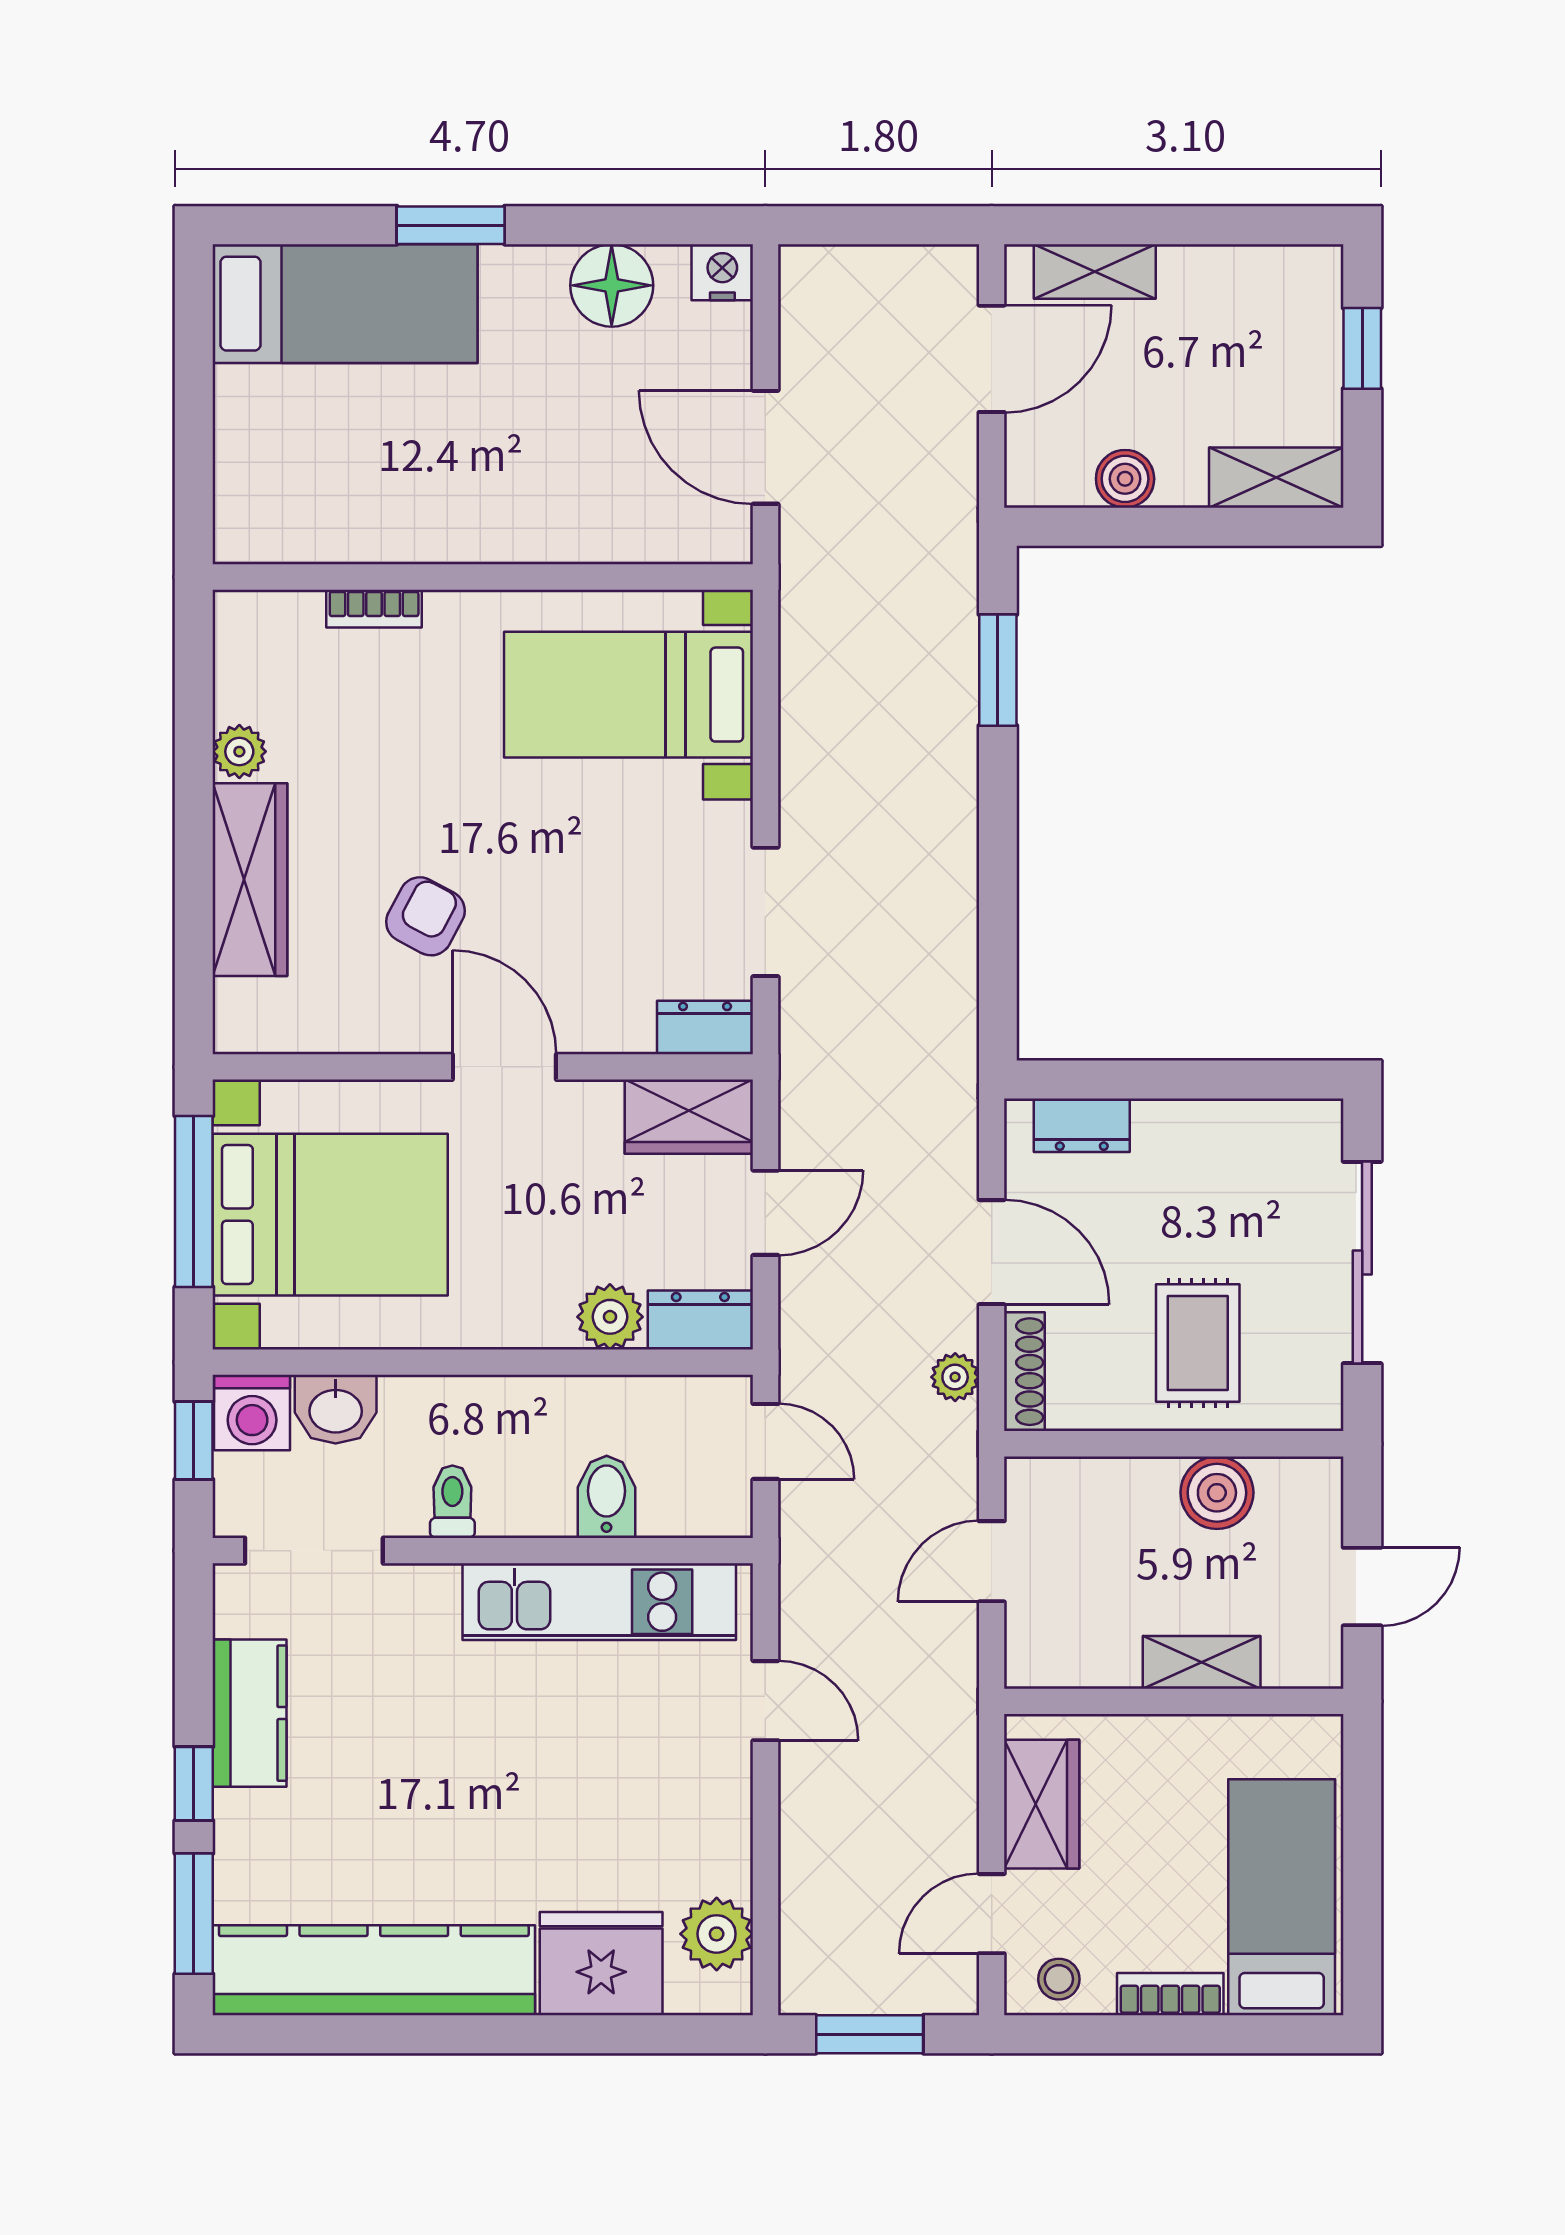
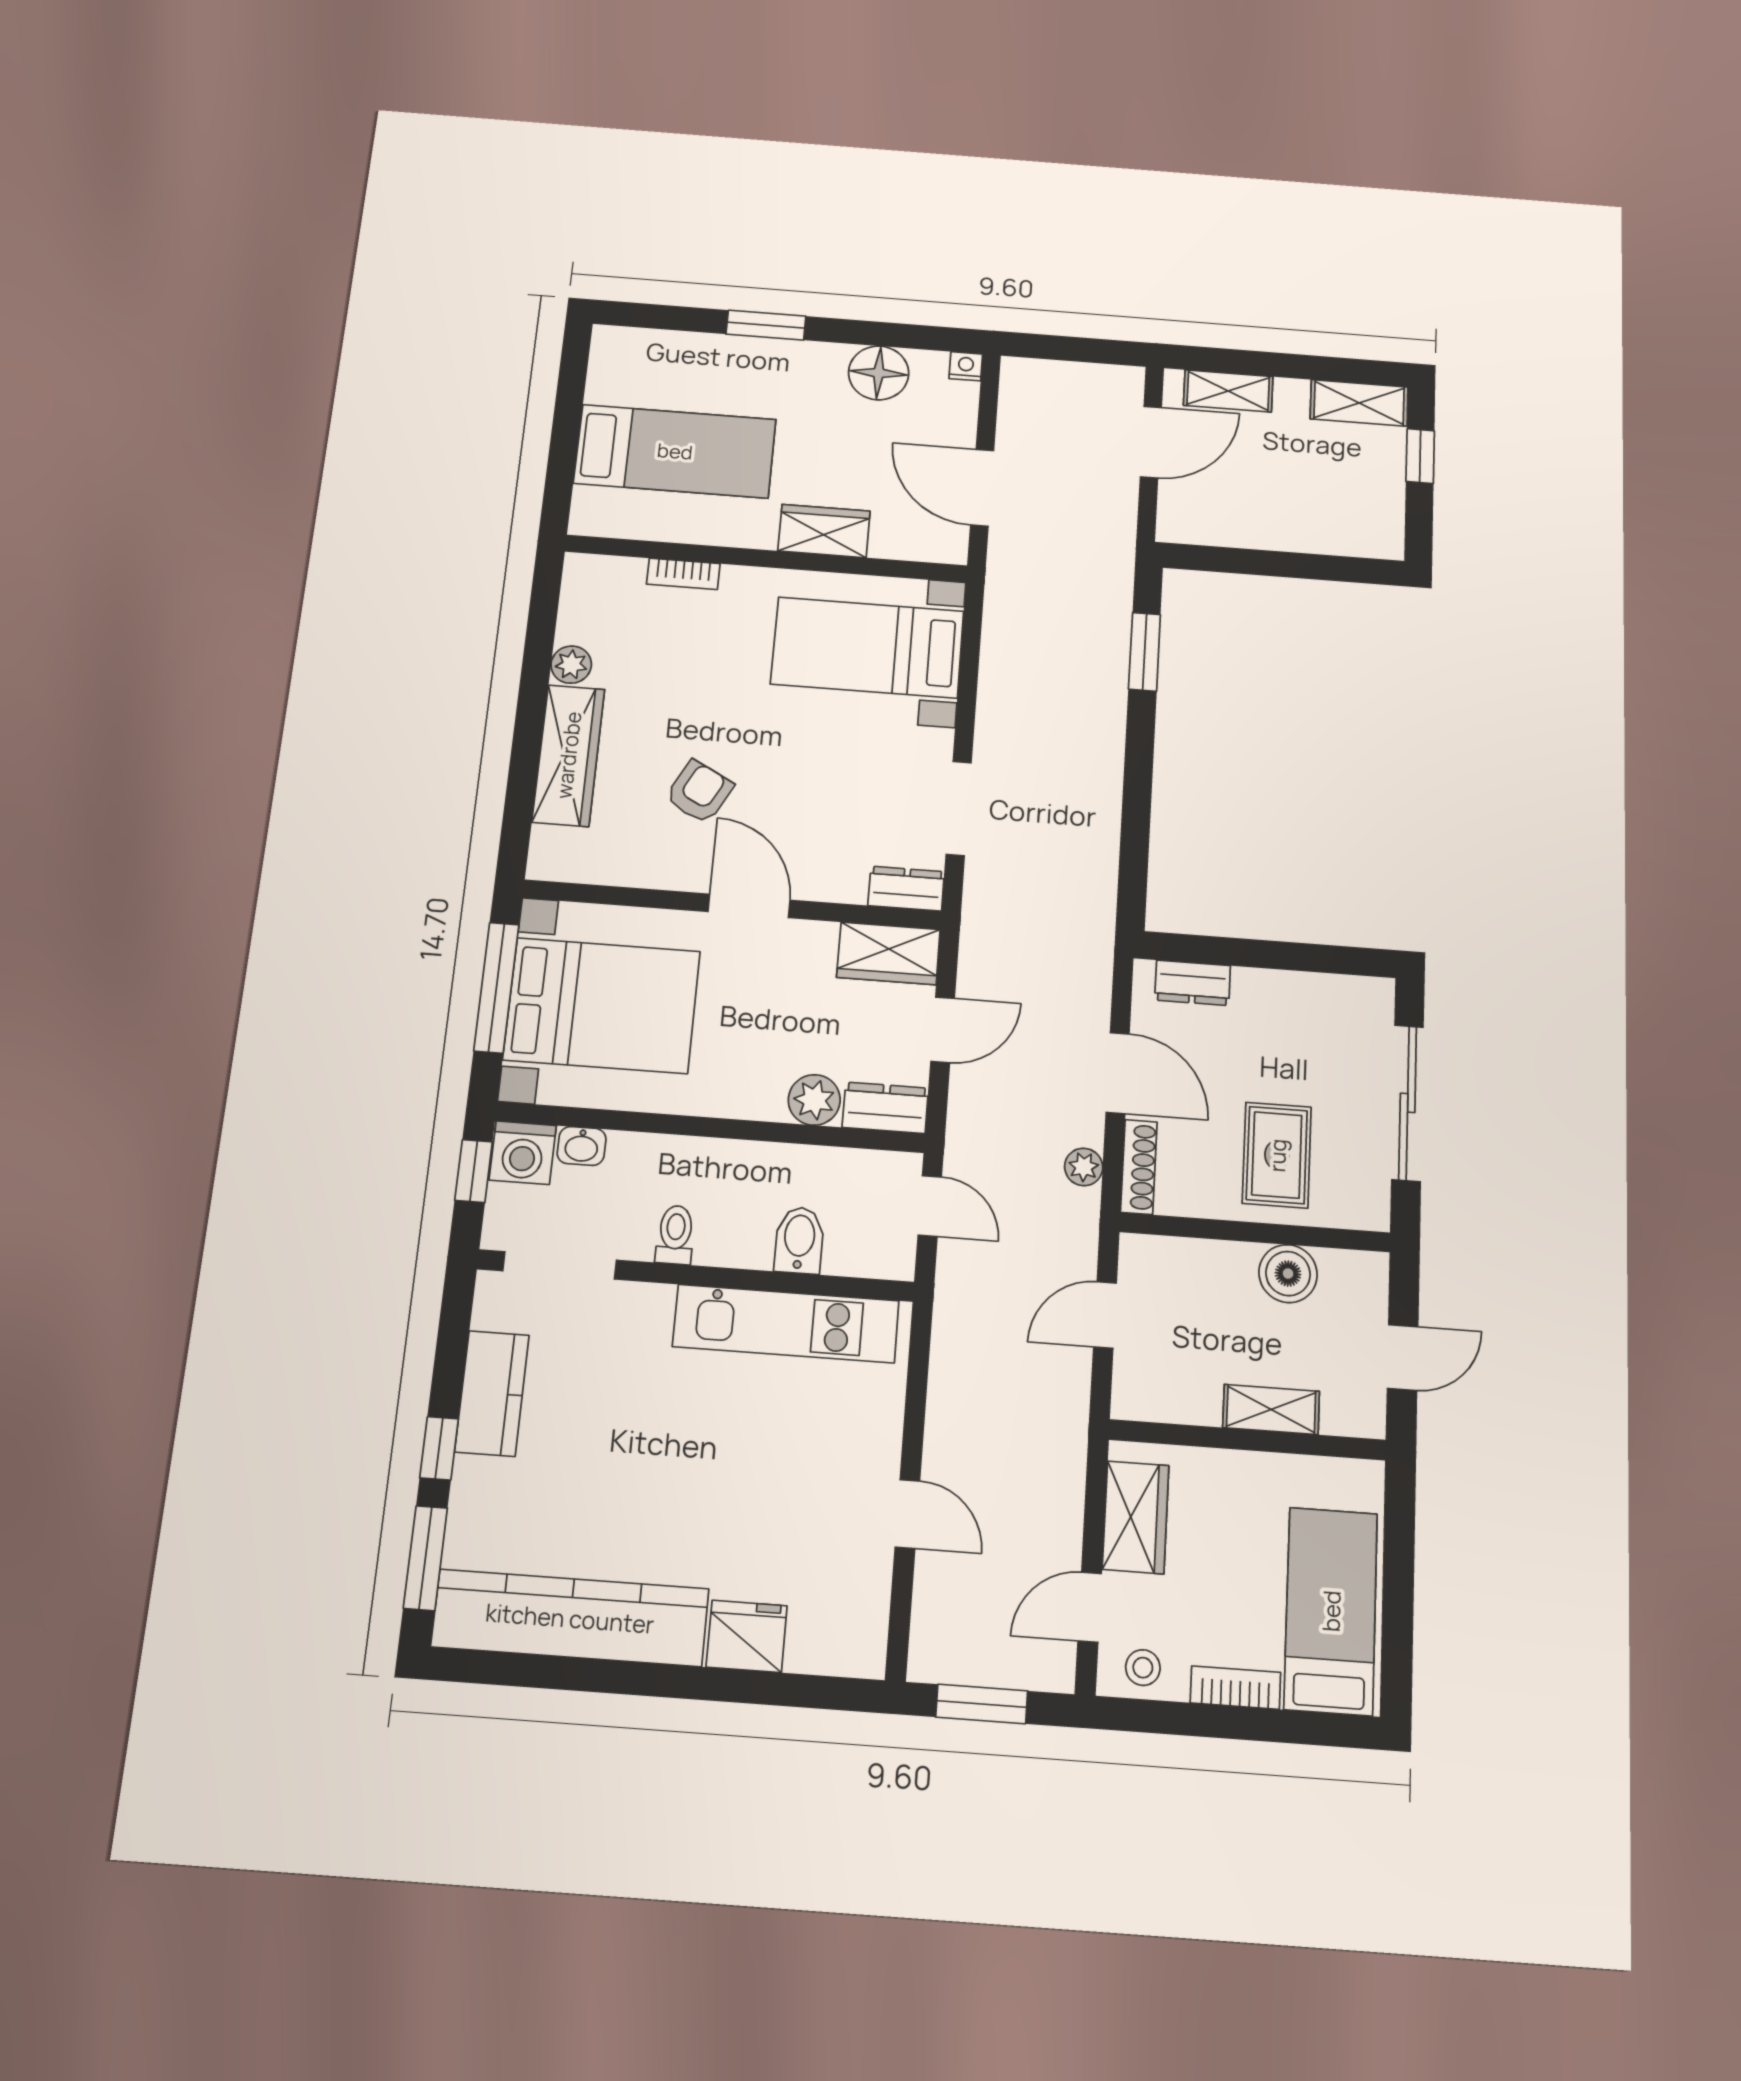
nightstand: (722, 272) -> (966, 366), width x0.72, depth x0.74
bed: (345, 304) -> (675, 451), moved
shelving: (1276, 478) -> (1359, 403), moved
boiler: (1125, 479) -> (1245, 529), removed
wardrobe: (557, 530) -> (824, 531), added
washbasin: (336, 1409) -> (582, 1146), width x0.72, depth x0.69
door: (765, 1701) -> (907, 1514), moved
plant: (717, 1934) -> (860, 1608), removed
fridge: (601, 1964) -> (747, 1636), width x0.73, depth x0.75

